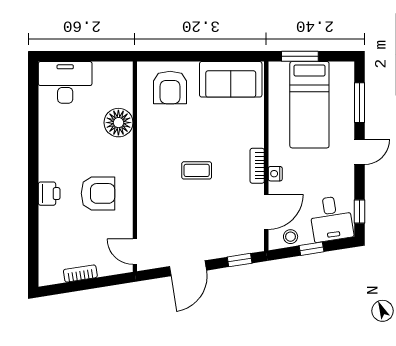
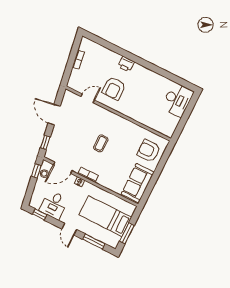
window: (300, 56) -> (127, 233), moved
floor lamp: (118, 123) -> (144, 116), removed
door: (266, 212) -> (63, 168), hinge flipped
desk: (331, 219) -> (54, 205), moved, turned -81
window: (311, 249) -> (36, 171), moved
door: (135, 252) -> (88, 98), moved

